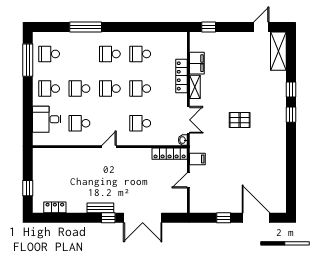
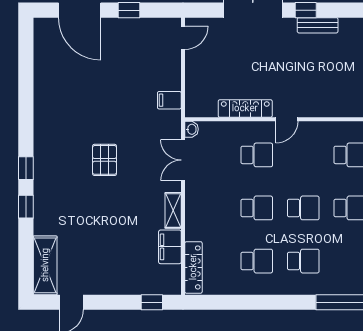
locker: (182, 76) -> (193, 267), moved
pallet: (240, 120) -> (105, 160), turned 90
door: (109, 147) -> (287, 119), moved
locker: (170, 154) -> (245, 108), moved
door: (188, 180) -> (183, 38), moved

